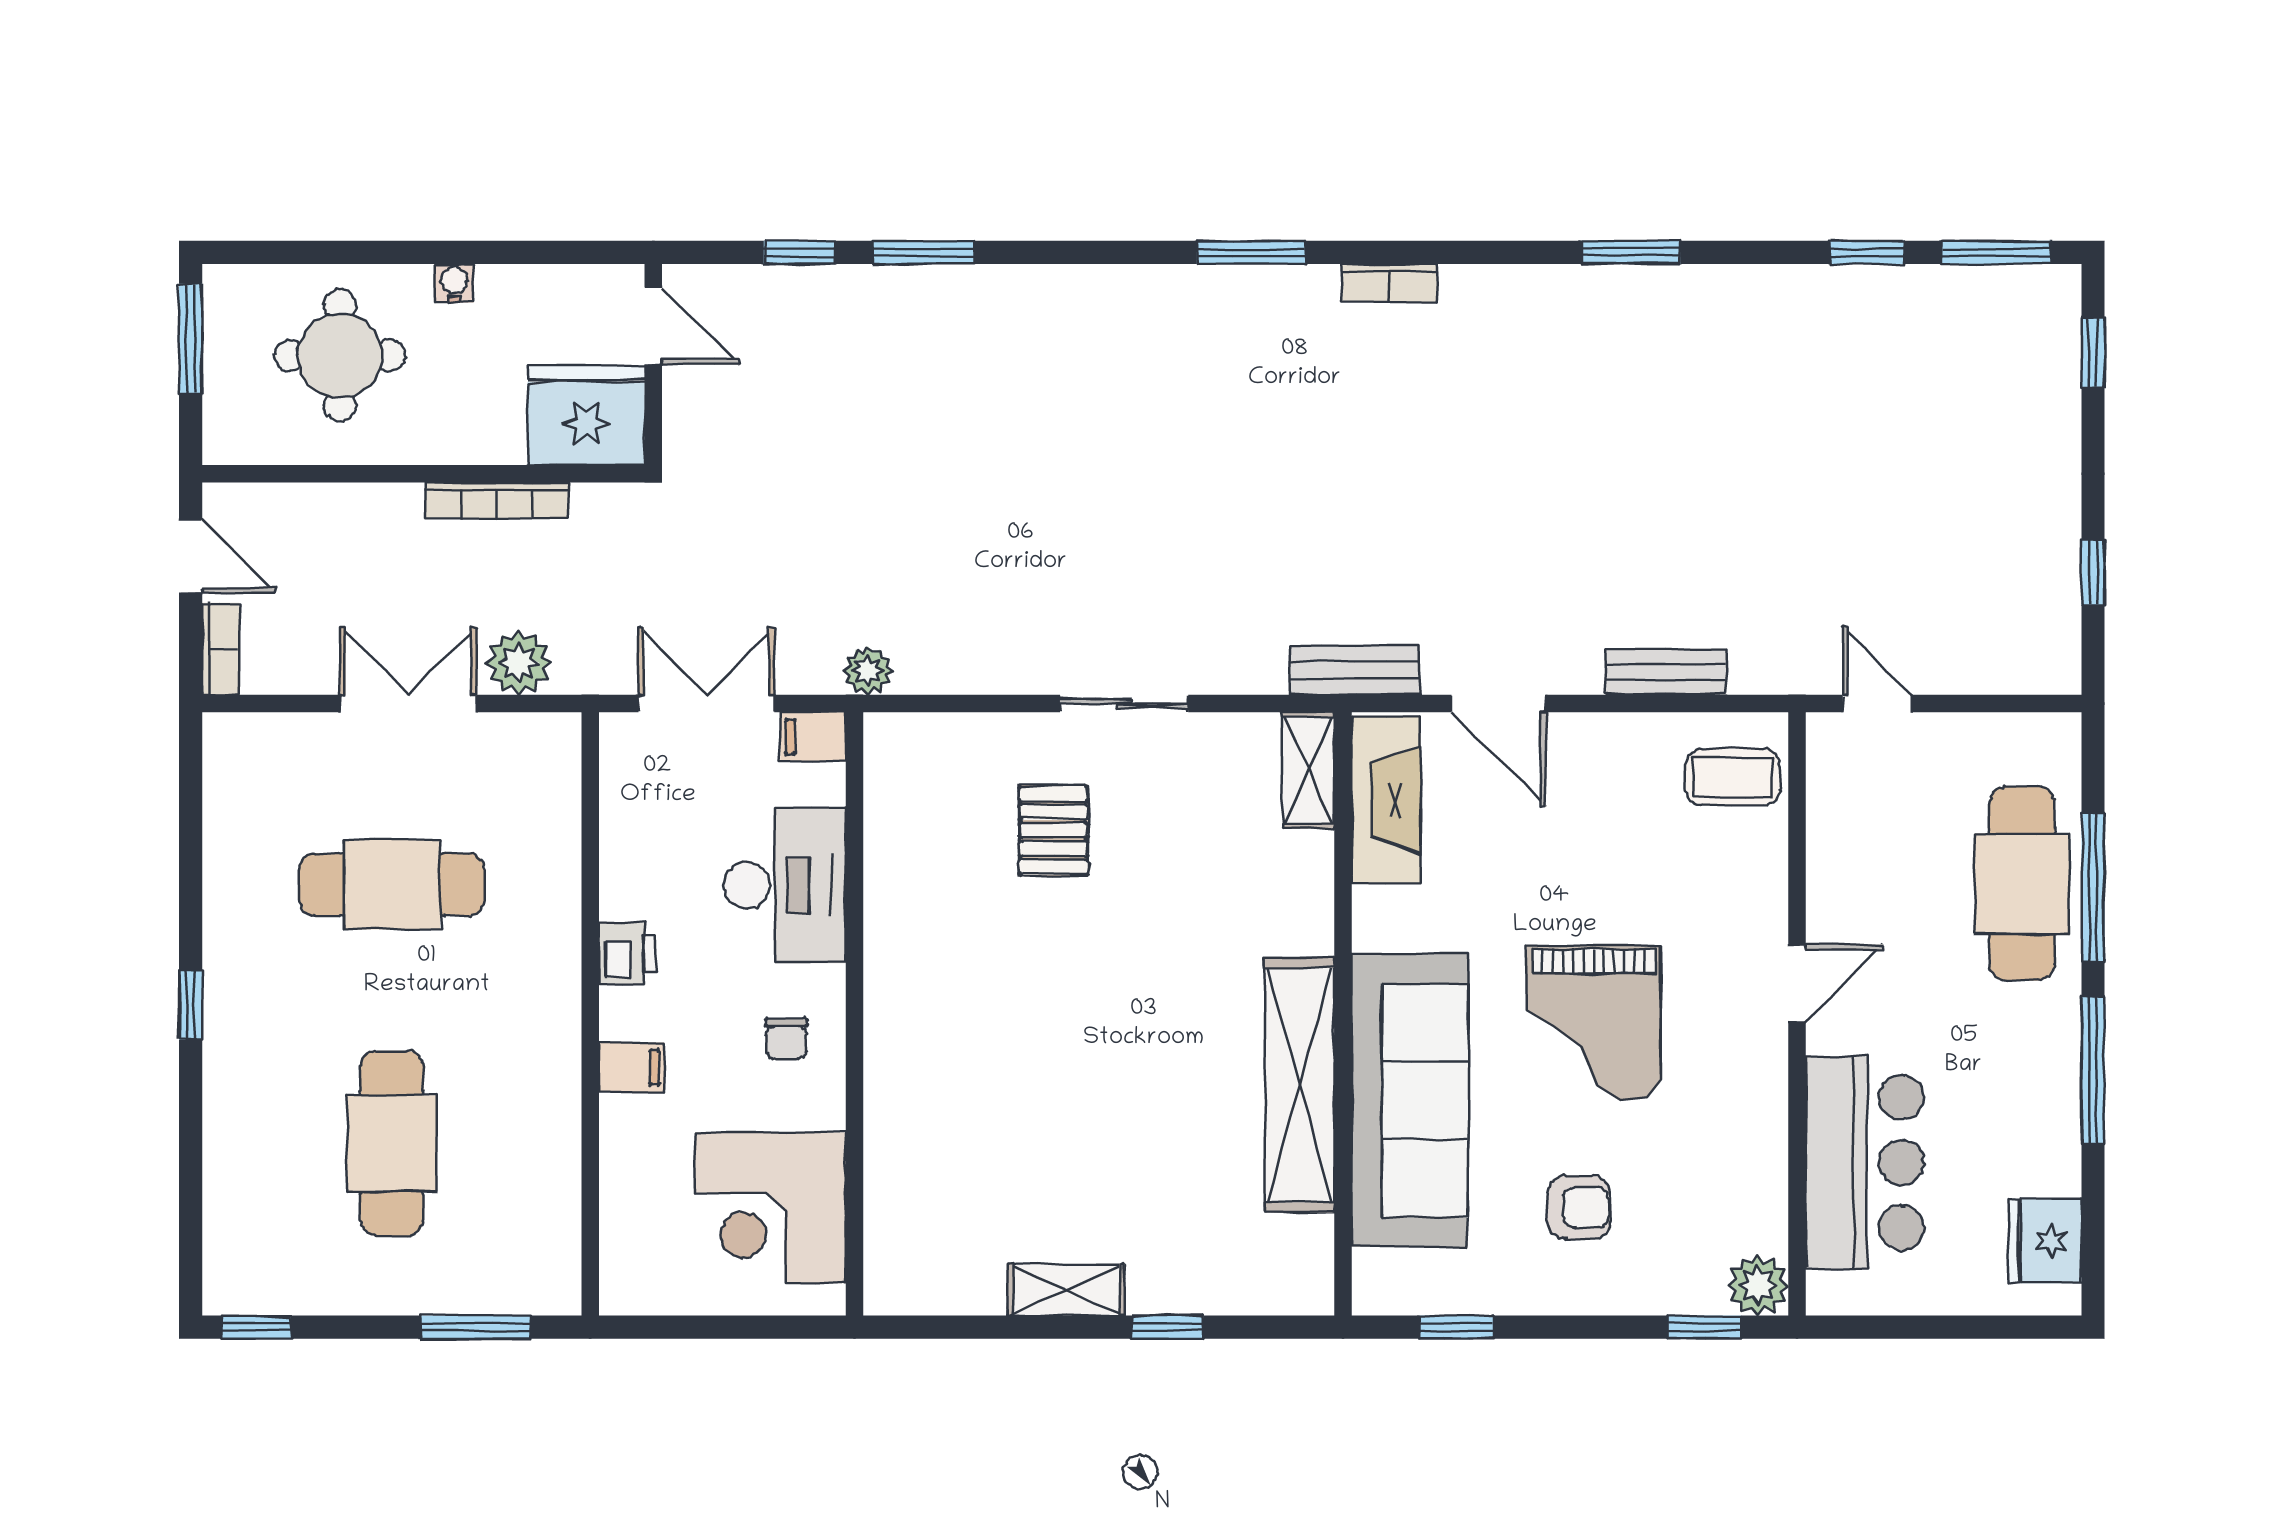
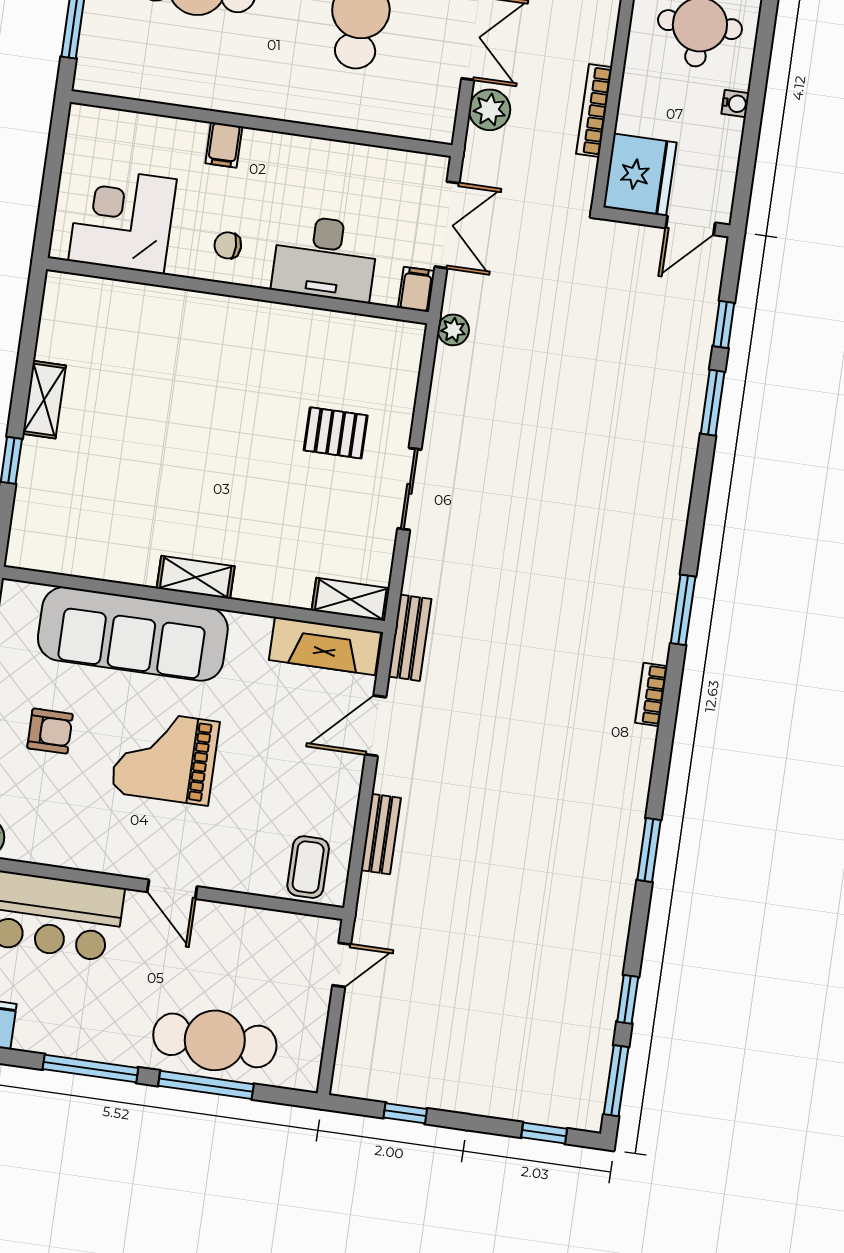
printer: (627, 954) -> (296, 152), removed
shelving: (1300, 1085) -> (196, 577), width x0.45, depth x0.75
armchair: (1579, 1207) -> (50, 731), turned -90

